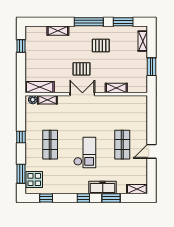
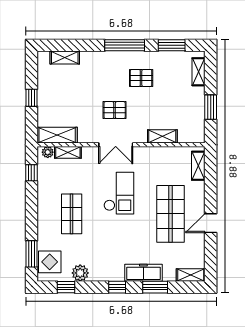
shelving: (58, 31) -> (65, 57), moved
window: (21, 46) -> (31, 98), moved
double door: (82, 94) -> (116, 145), swing flipped
shelving: (143, 110) -> (198, 166), added
window: (21, 137) -> (31, 173), moved
shop shelf: (122, 145) -> (171, 214), width x1.43, depth x1.36
checkout: (85, 152) -> (119, 193), moved
plant: (56, 188) -> (80, 273), added

